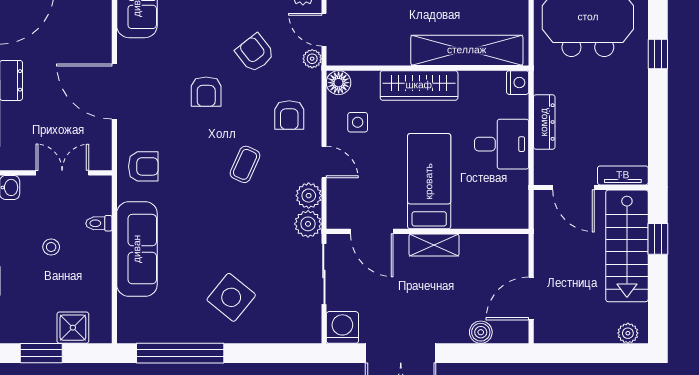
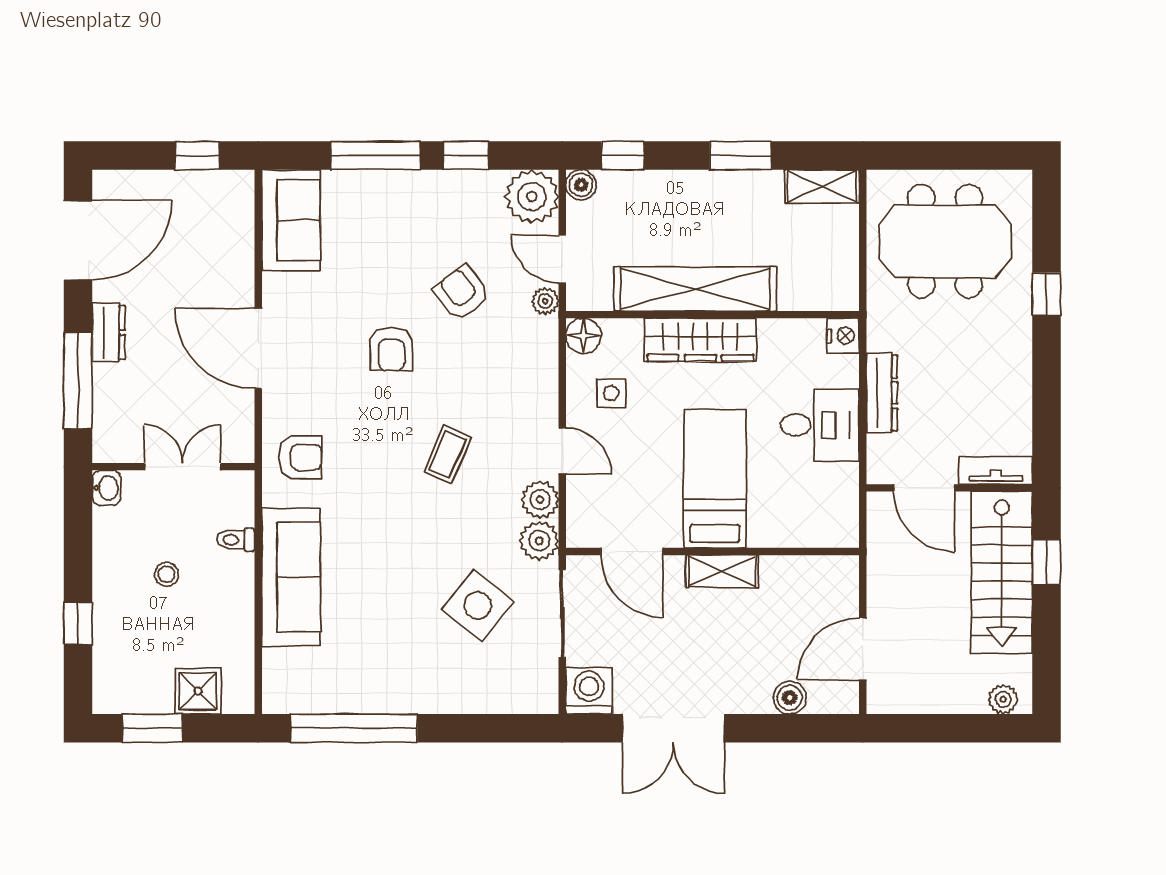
shelving: (467, 50) -> (695, 289), moved
armchair: (289, 115) -> (512, 383), removed
side table: (231, 297) -> (478, 605), moved

